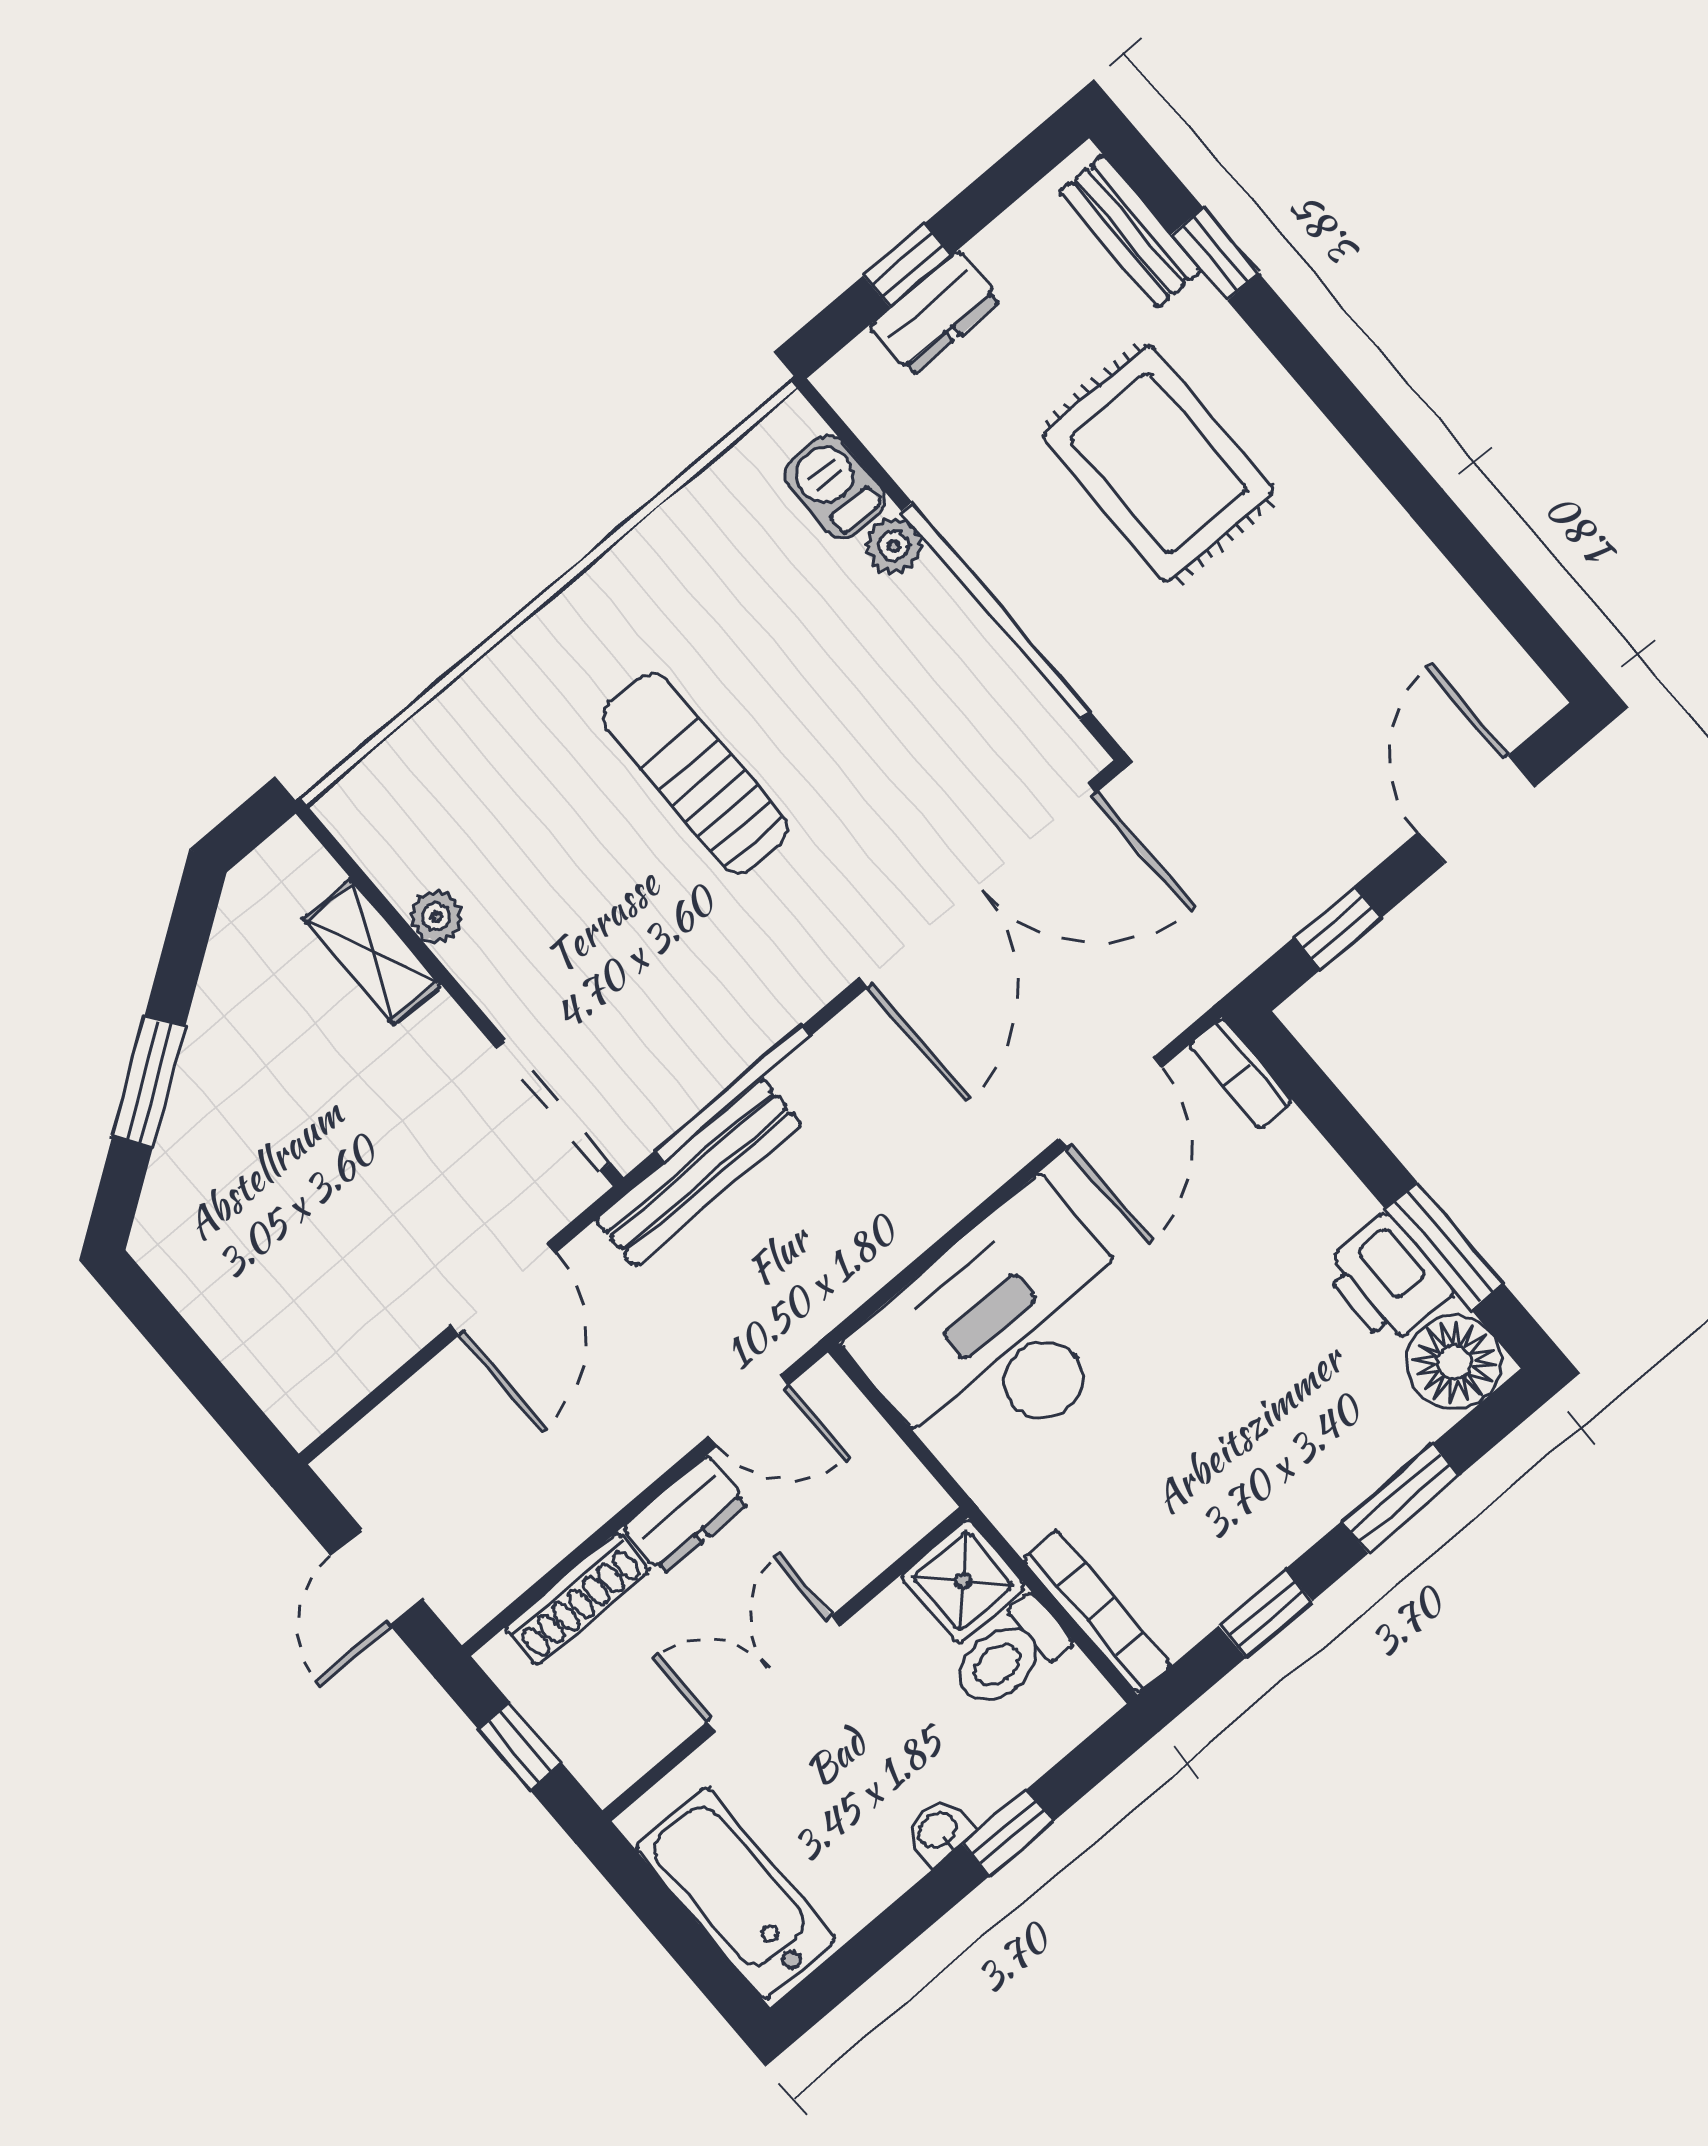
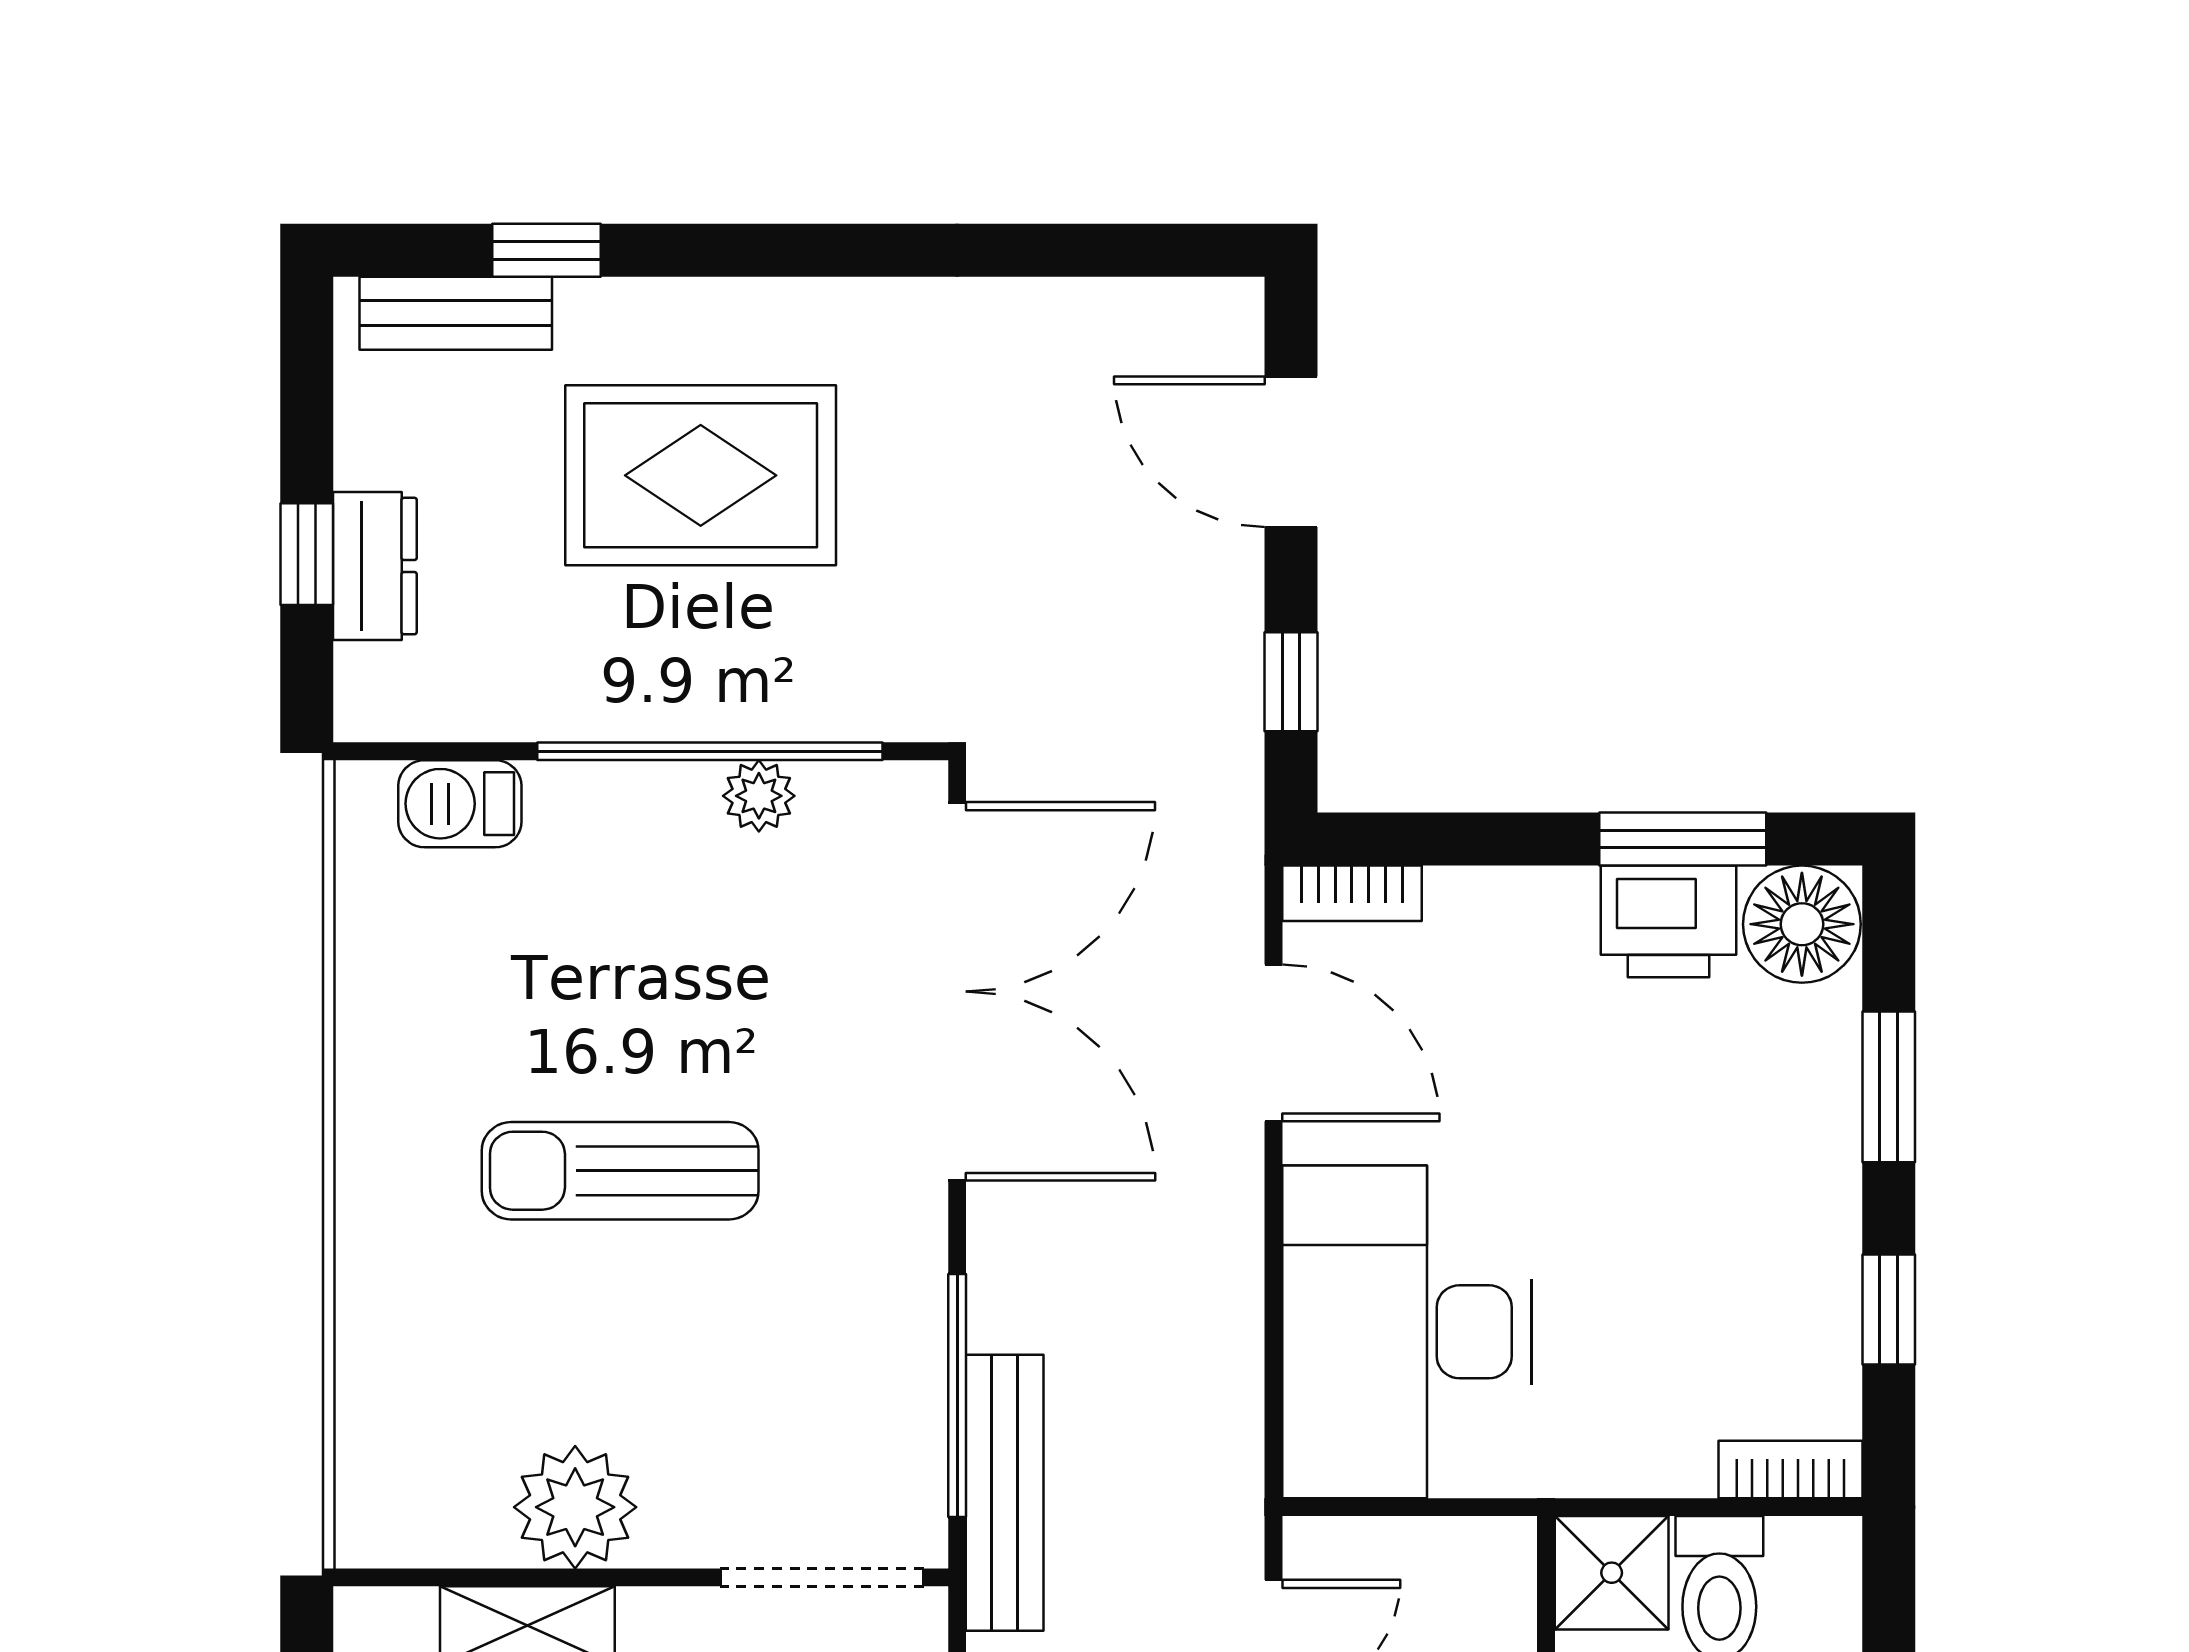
plant: (894, 546) -> (759, 796), moved
plant: (436, 917) -> (575, 1507), width x1.88, depth x1.88
bookcase: (1097, 1612) -> (1790, 1470), width x0.64

